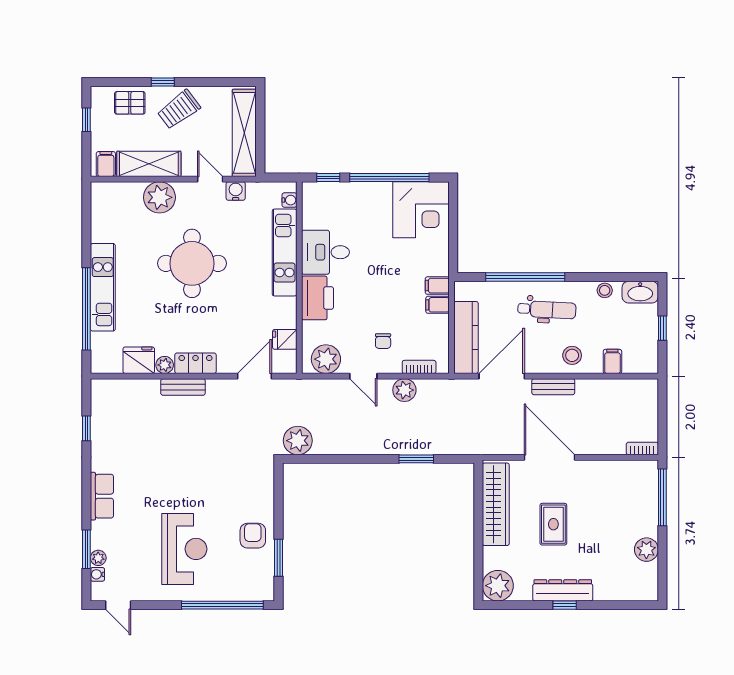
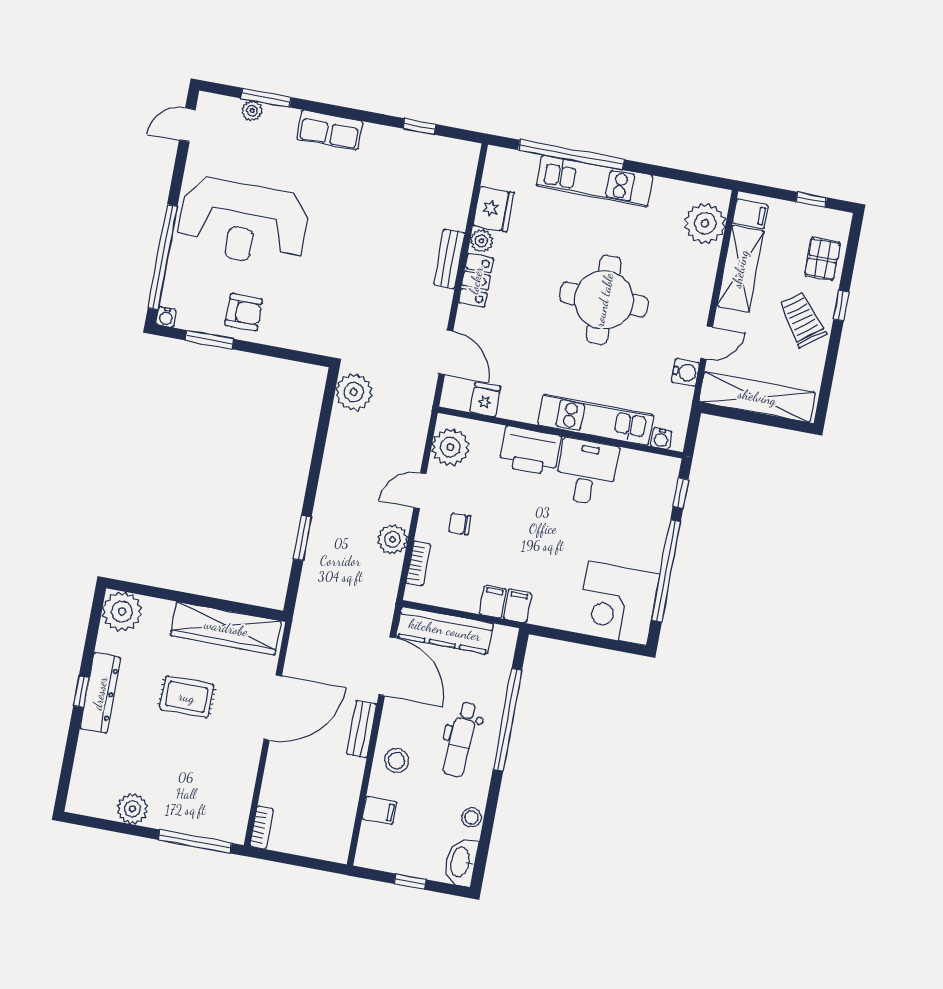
plant: (159, 197) -> (705, 223), moved
reception desk: (184, 549) -> (243, 222), width x1.36, depth x1.30
water cooler: (97, 574) -> (166, 317), moved, turned 180

